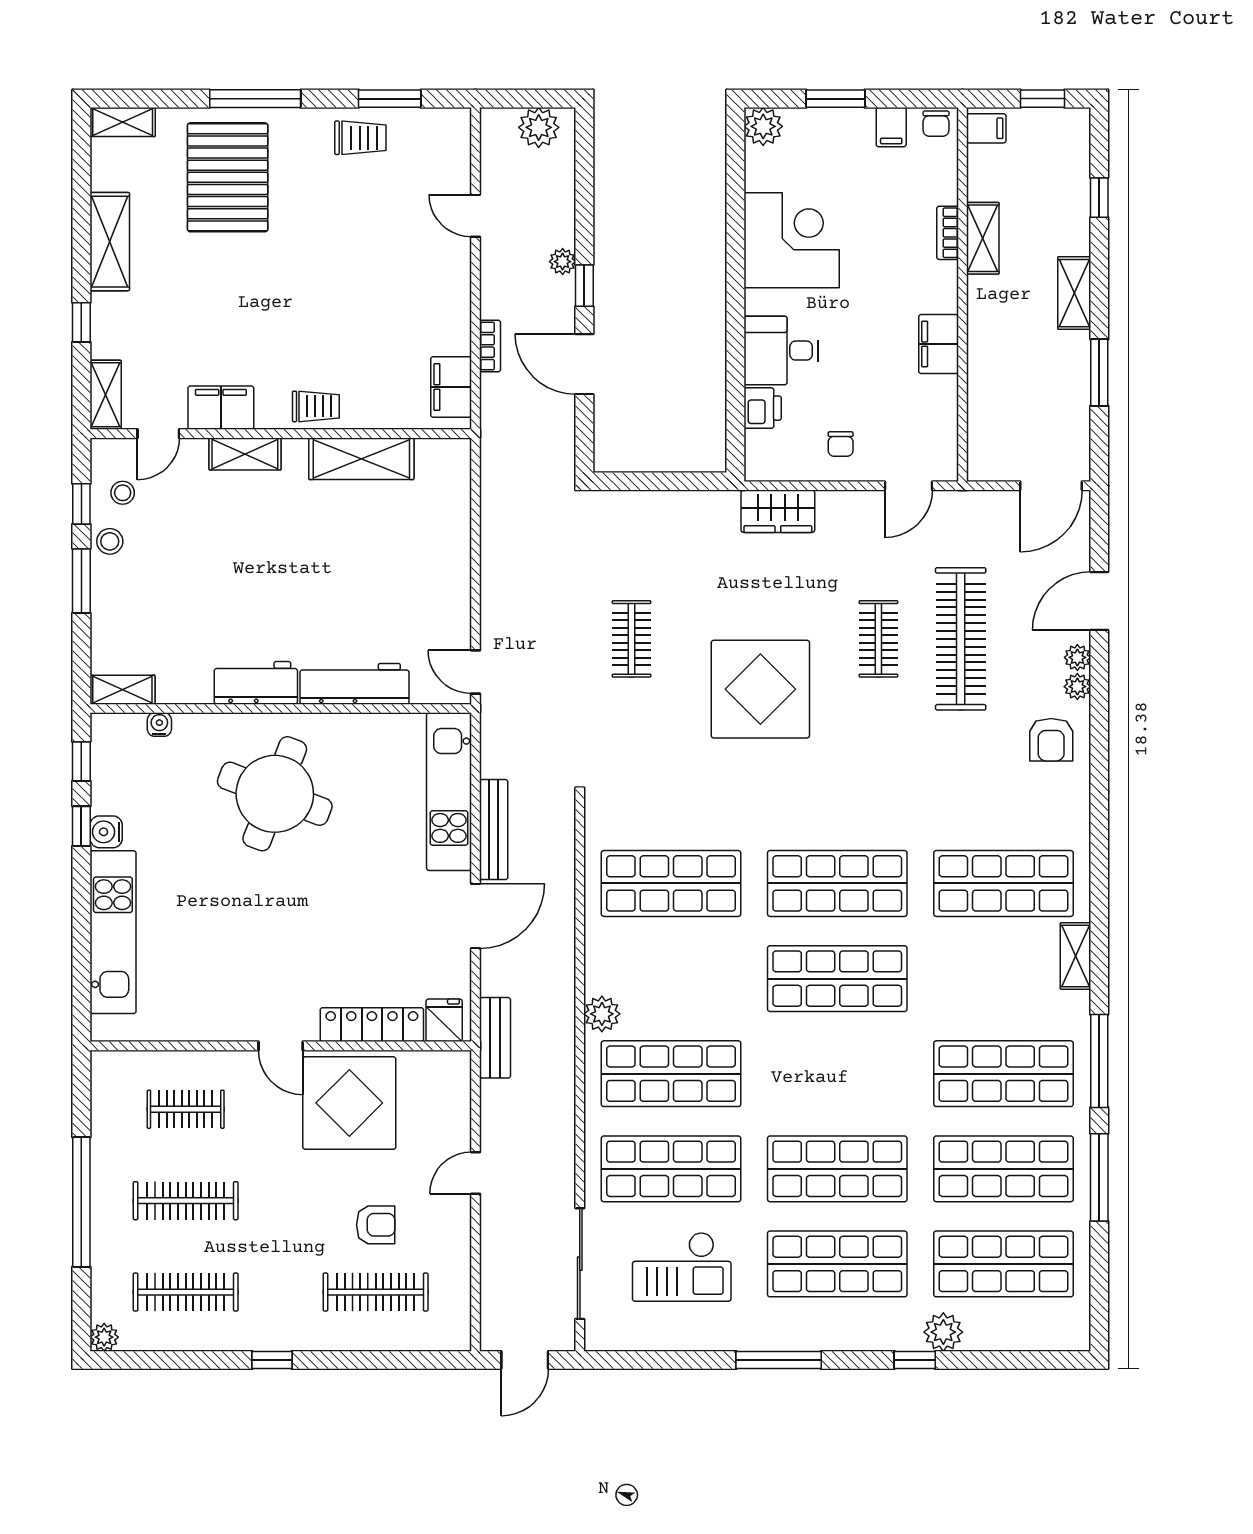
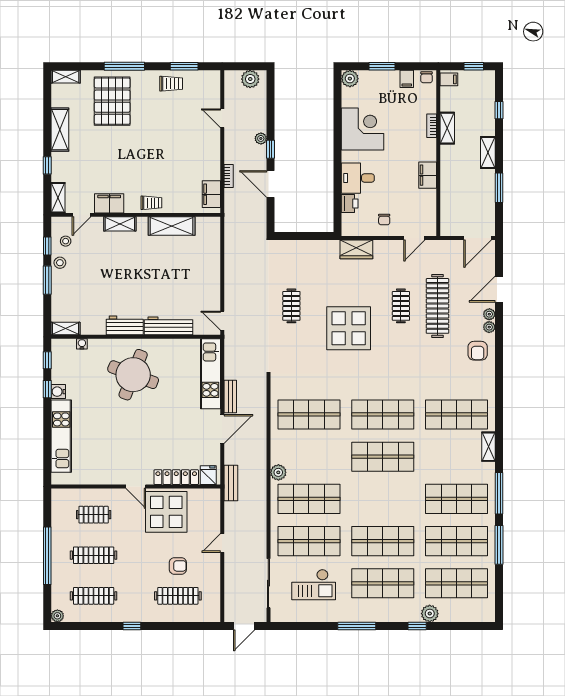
bench: (494, 830) -> (230, 397), width x0.73

